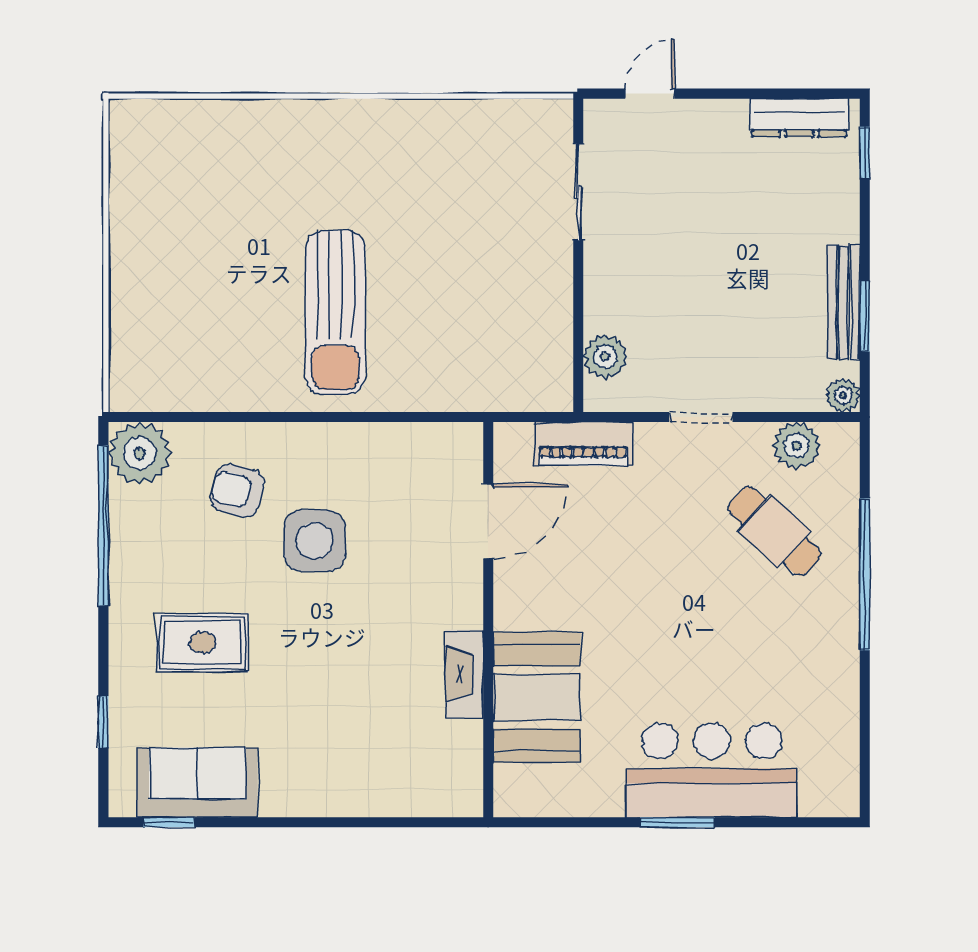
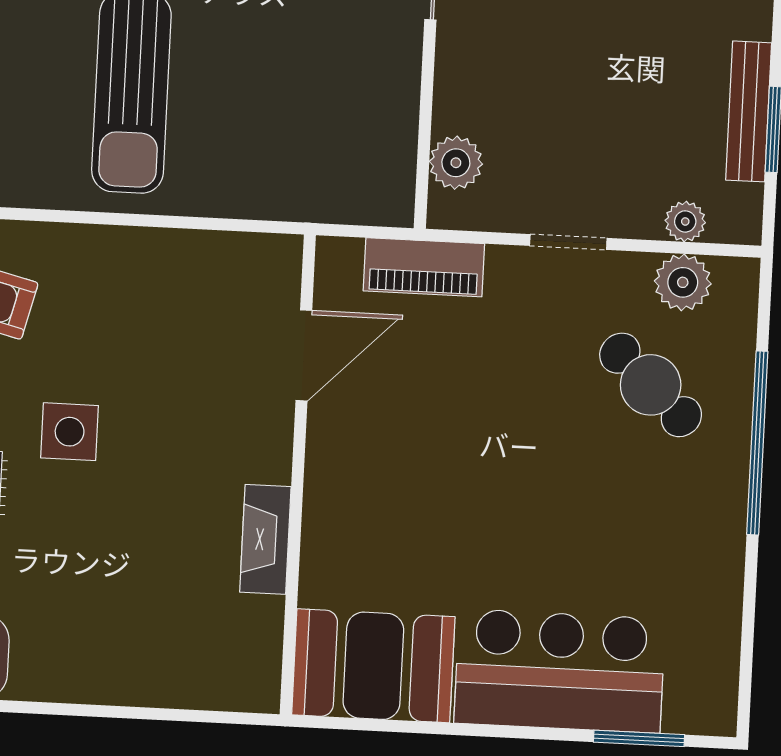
plant: (843, 395) -> (685, 221), moved
side table: (314, 541) -> (70, 432), moved, width x0.73, depth x0.73
booth: (537, 697) -> (373, 666), moved, turned 90
window: (678, 822) -> (639, 738), moved

